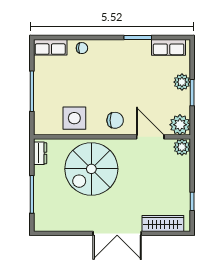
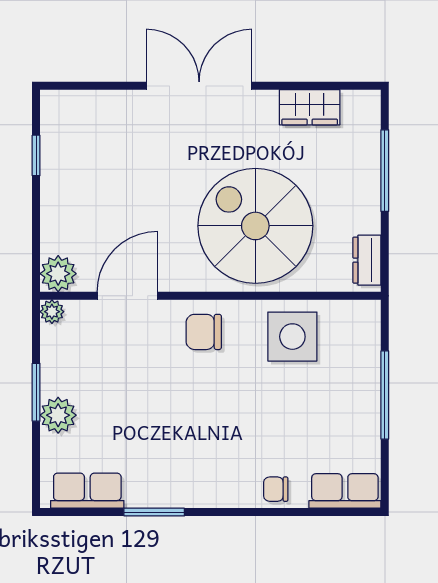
plant: (180, 125) -> (52, 312), width x0.53, depth x0.53
door: (150, 137) -> (127, 296), swing flipped
spiral stairs: (91, 169) -> (255, 226), turned -90
wardrobe: (163, 223) -> (310, 107), moved, width x0.67

